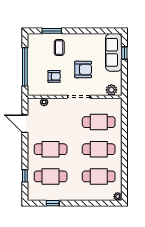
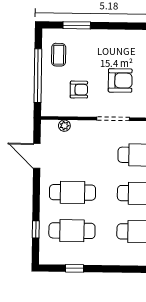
coffee table: (59, 48) -> (59, 55), moved

